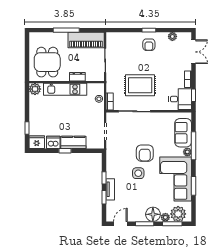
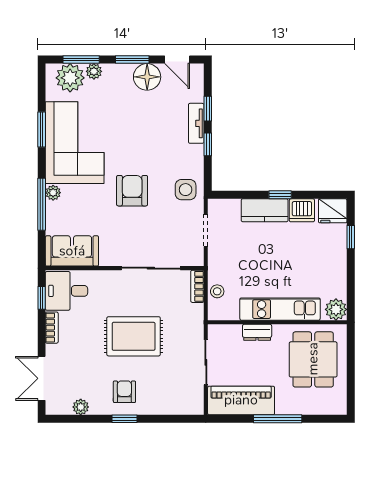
rug: (140, 85) -> (134, 336), moved
sofa: (183, 133) -> (72, 251), moved, turned -90
side table: (138, 173) -> (186, 190), moved
floor lamp: (153, 214) -> (147, 77), moved
door: (120, 224) -> (177, 60), hinge flipped

